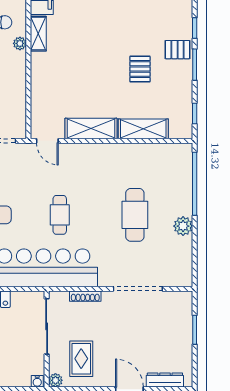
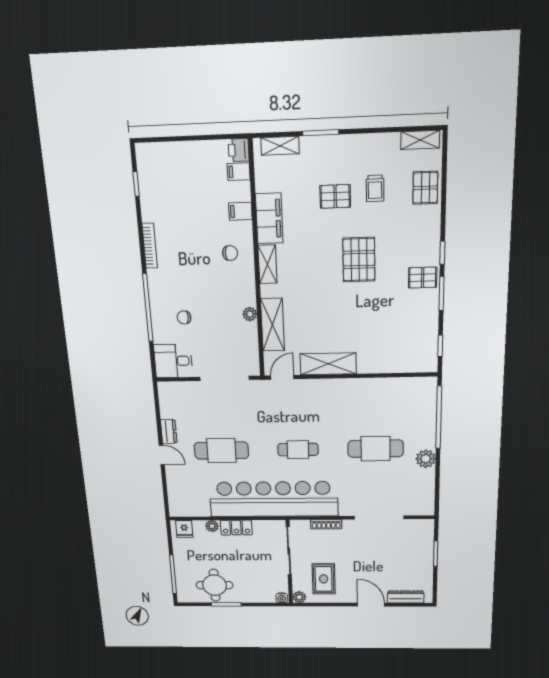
plant: (20, 43) -> (250, 314), moved
pallet: (140, 69) -> (359, 260), moved, width x1.50, depth x1.42
shelving: (143, 129) -> (273, 325), moved, turned 90
door: (47, 141) -> (282, 377), swing flipped
cafe table: (60, 215) -> (298, 450), turned 90
cafe table: (135, 215) -> (376, 449), turned 90

